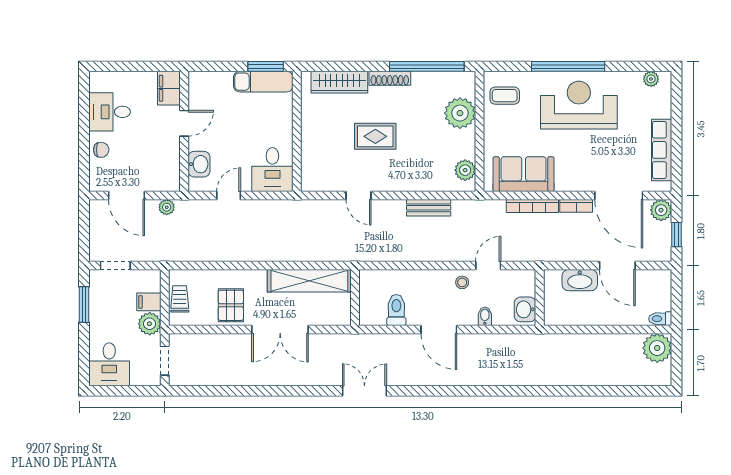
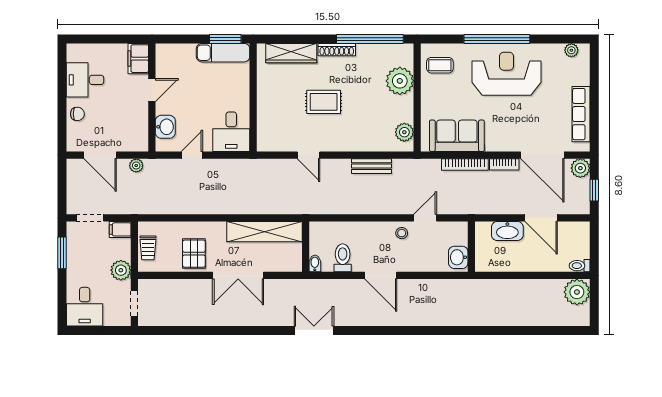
trolley: (180, 299) -> (148, 248), turned 180
filing cabinet: (149, 302) -> (120, 229), moved
bidet: (485, 316) -> (315, 263), moved

